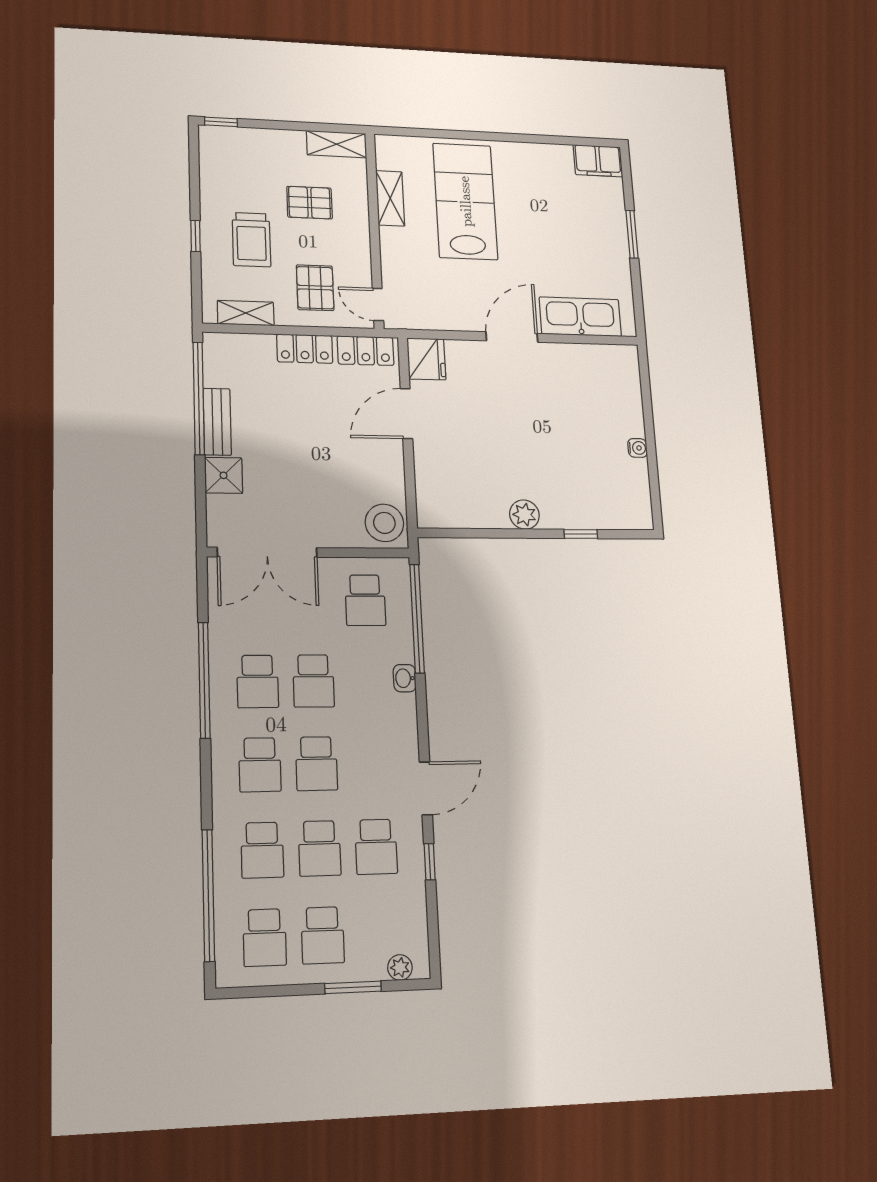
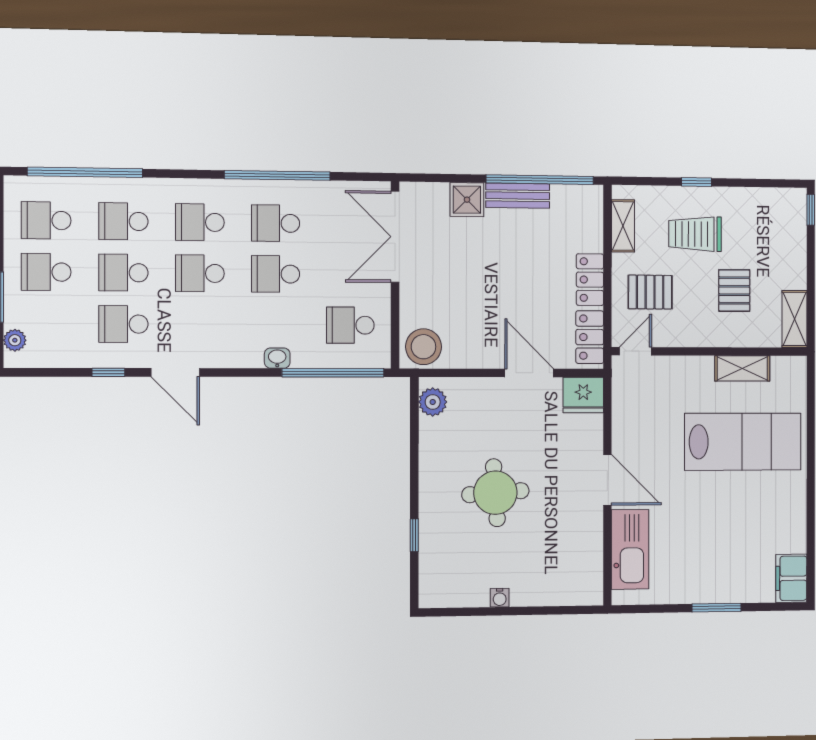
round table: (532, 450) -> (495, 493), added
plant: (524, 515) -> (433, 402), moved

